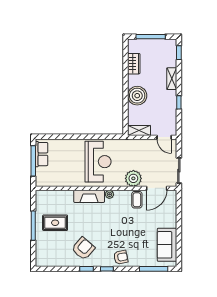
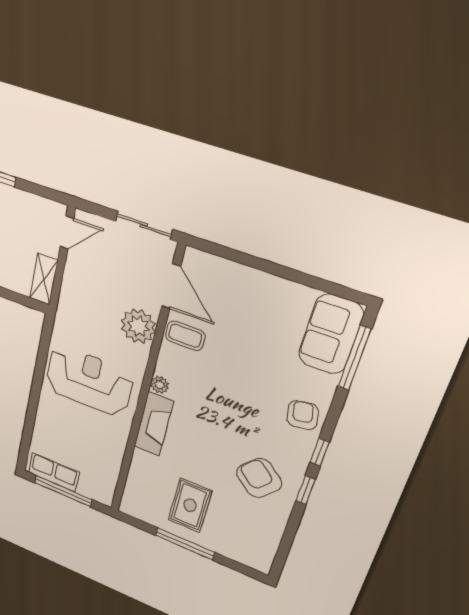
sofa: (167, 245) -> (331, 334), moved, turned 90

